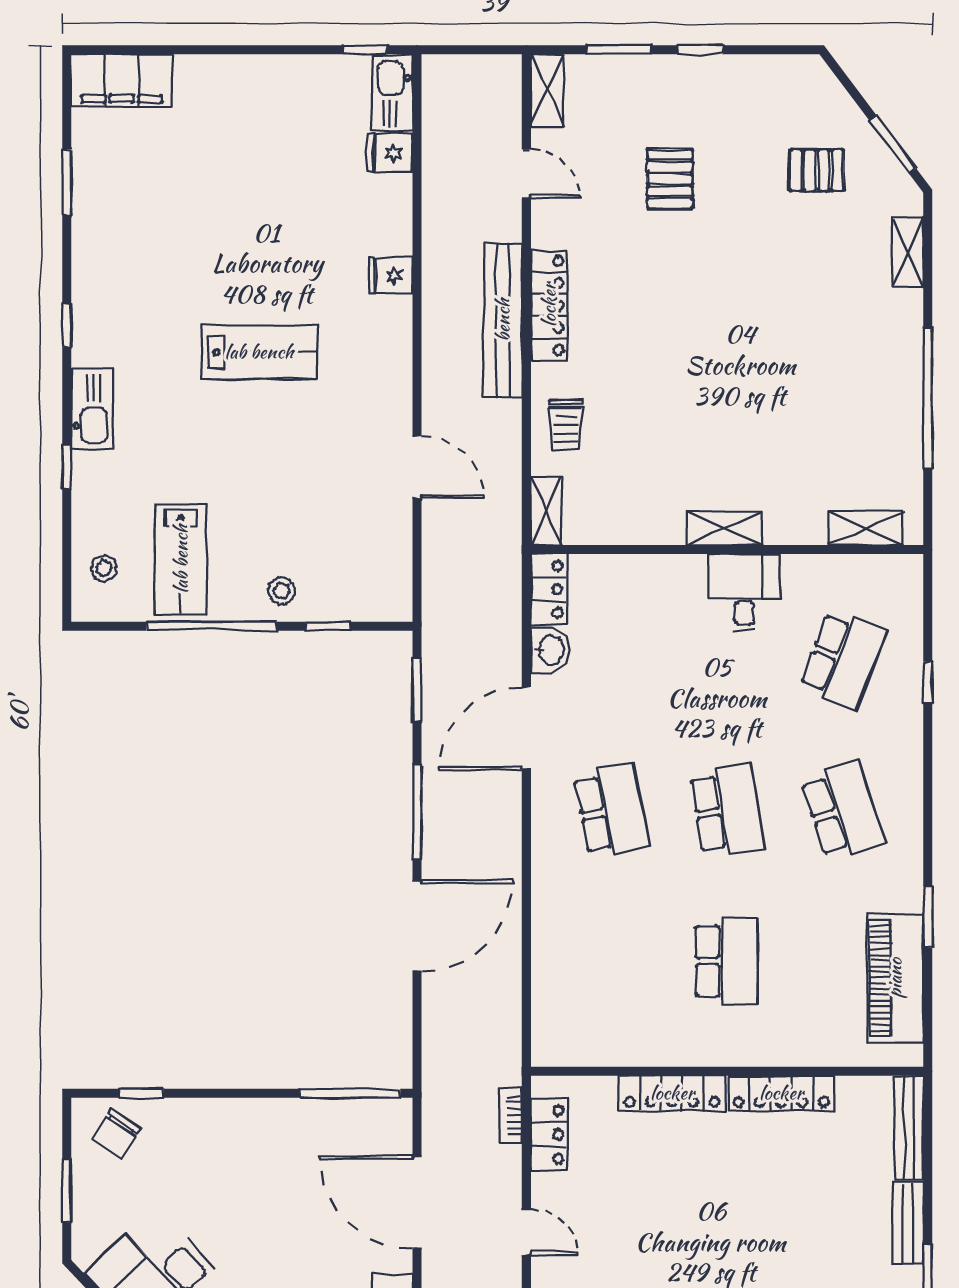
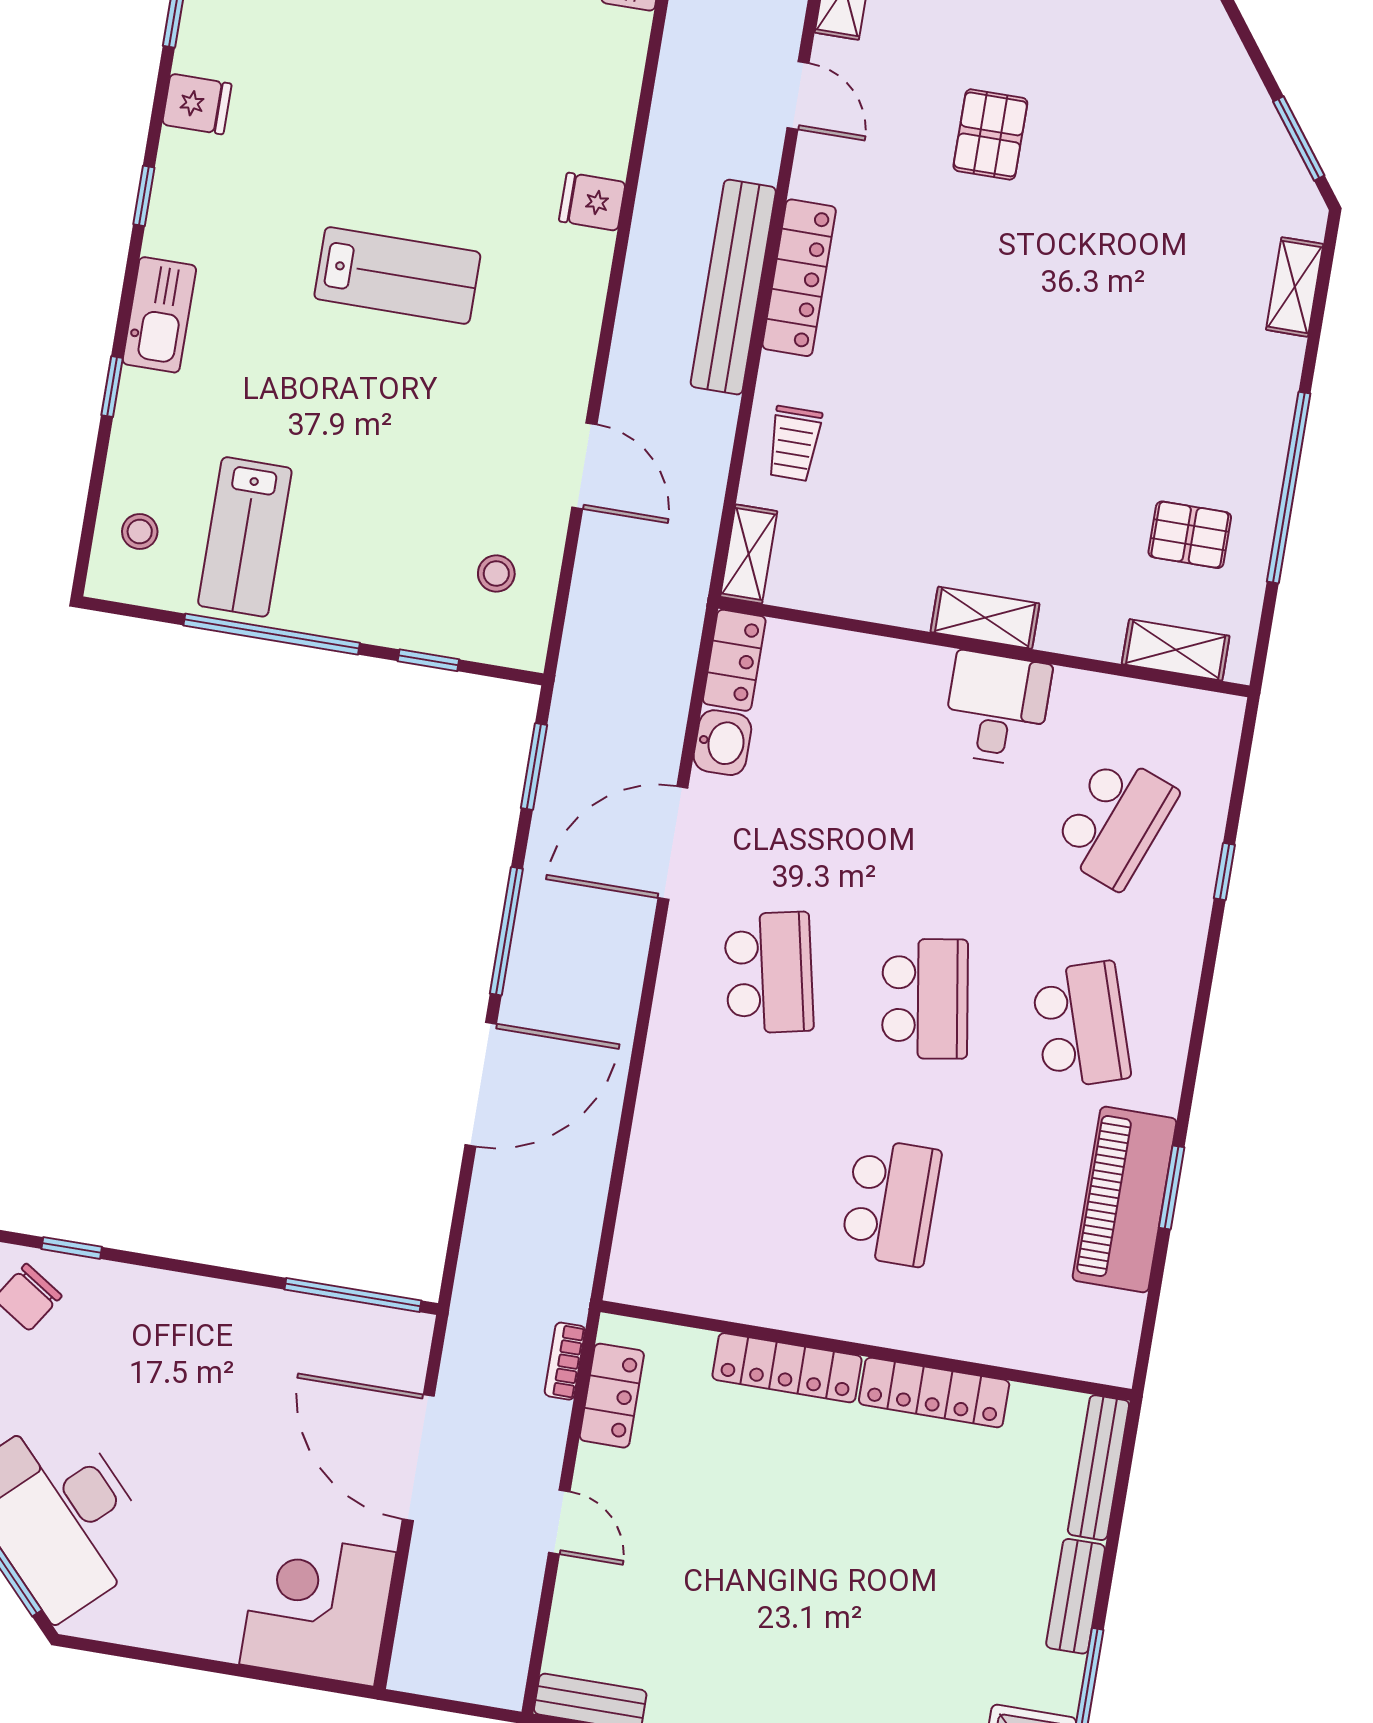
fridge: (390, 153) -> (197, 104), moved, turned 180
pallet: (817, 170) -> (1190, 535), moved
stool: (282, 591) -> (496, 574), moved
piano: (895, 978) -> (1124, 1200), moved

